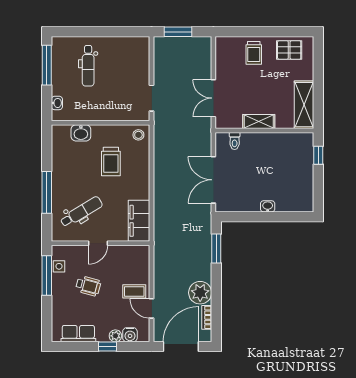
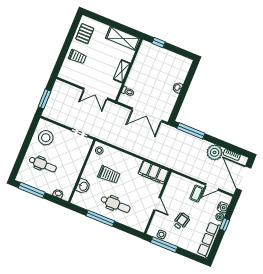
stool: (126, 55) -> (46, 138), added
window: (47, 192) -> (100, 218), moved
dental chair: (81, 212) -> (115, 204), moved, turned 121
window: (216, 249) -> (191, 131), width x1.44
row of seats: (78, 334) -> (209, 240), width x1.48

